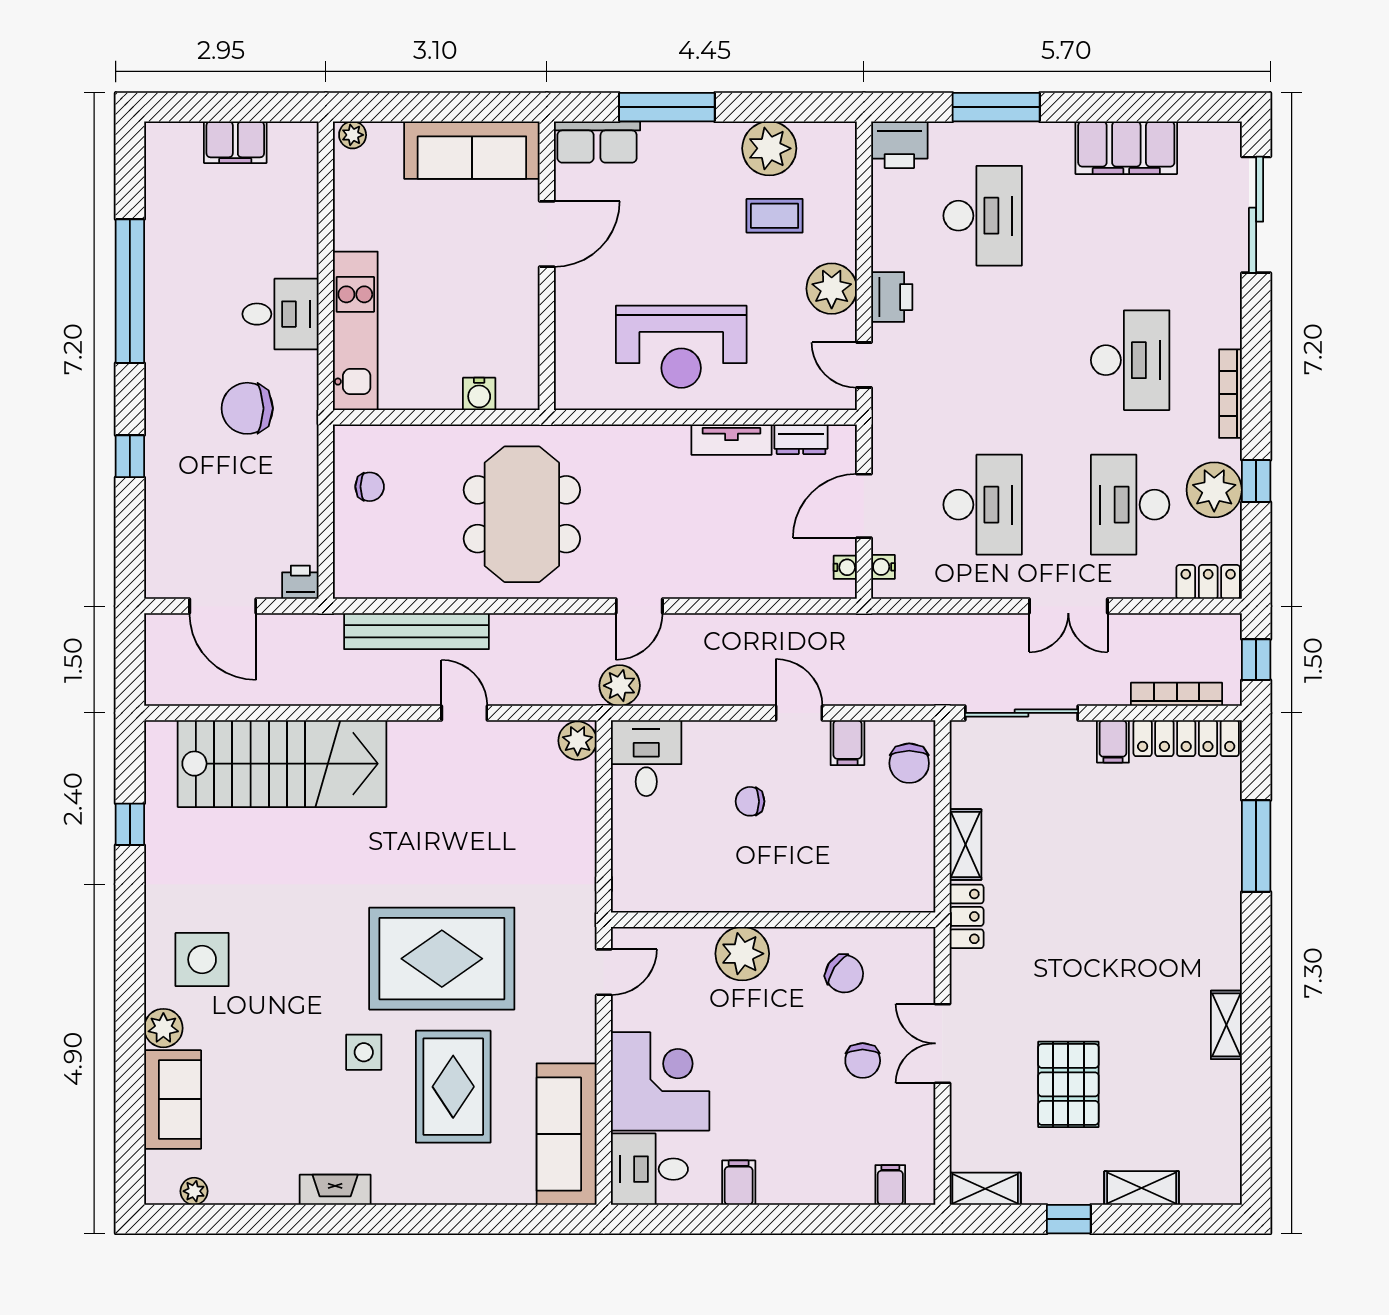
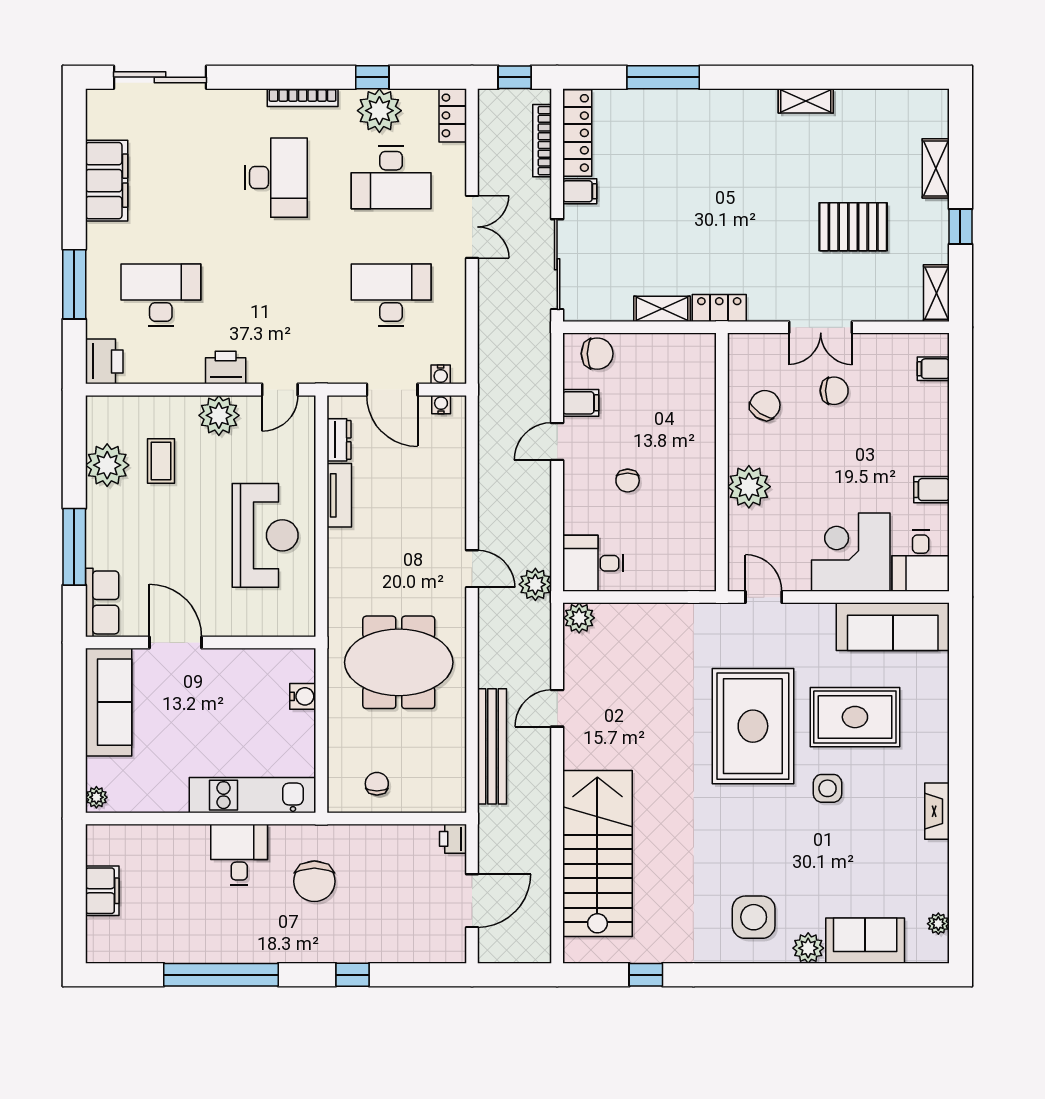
desk: (1130, 360) -> (276, 178), turned 90

